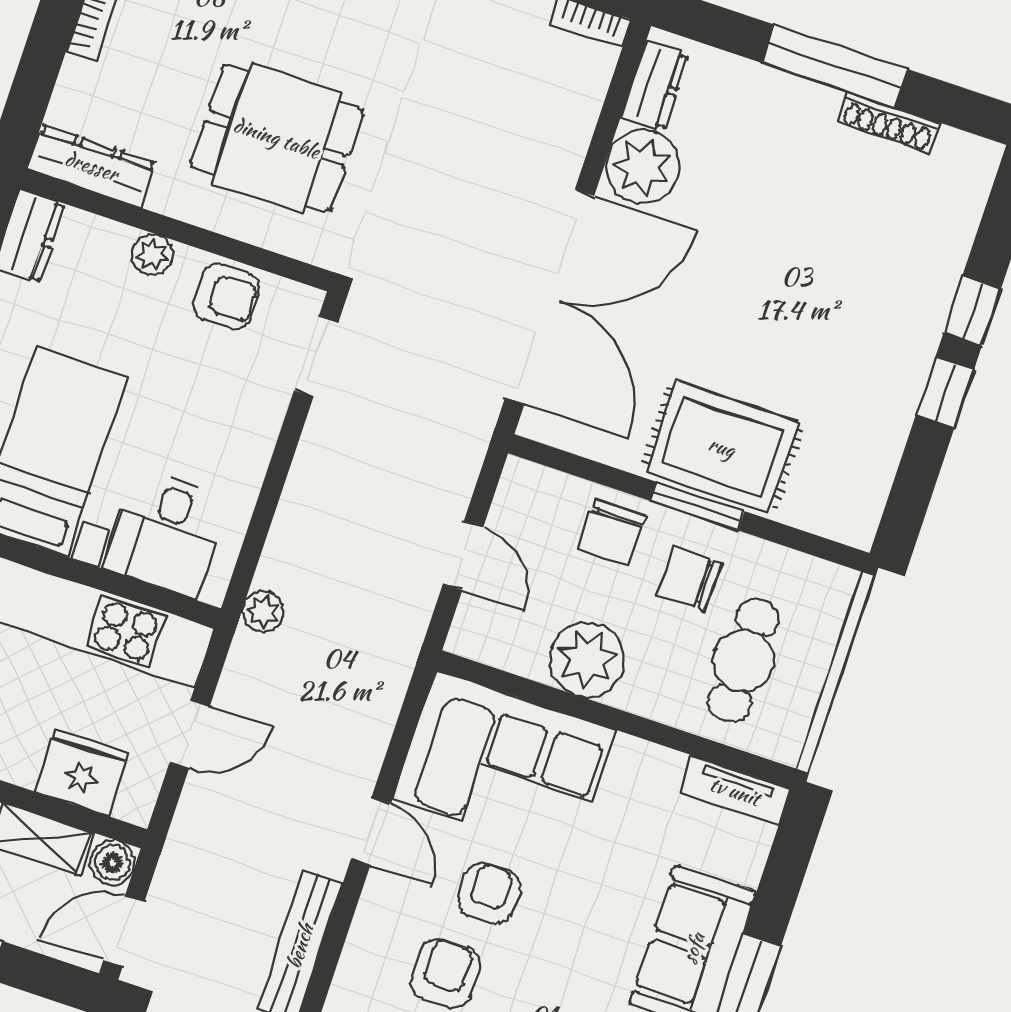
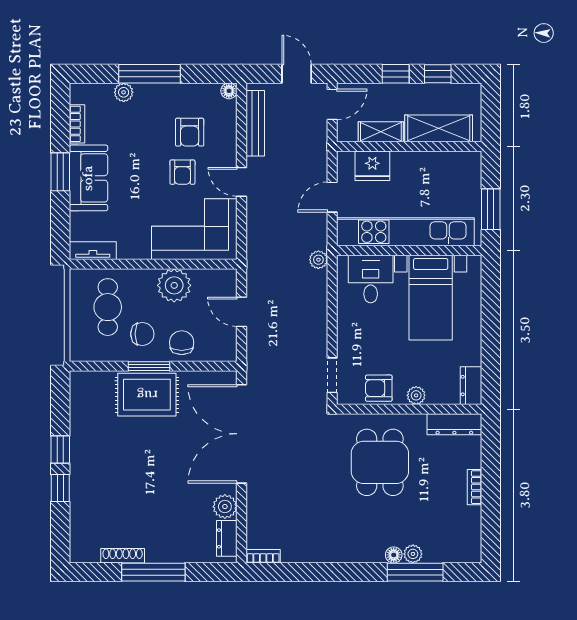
dining table: (277, 138) -> (380, 462), turned 90
plant: (643, 167) -> (225, 507), width x0.73, depth x0.73
boiler: (113, 863) -> (347, 132), removed

